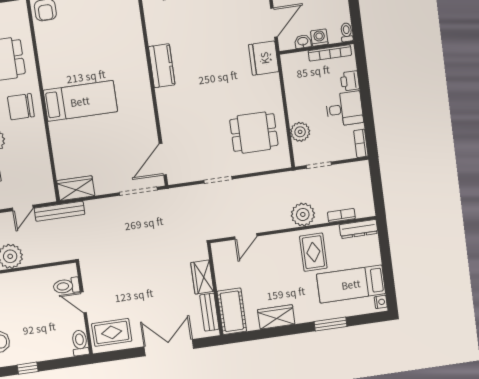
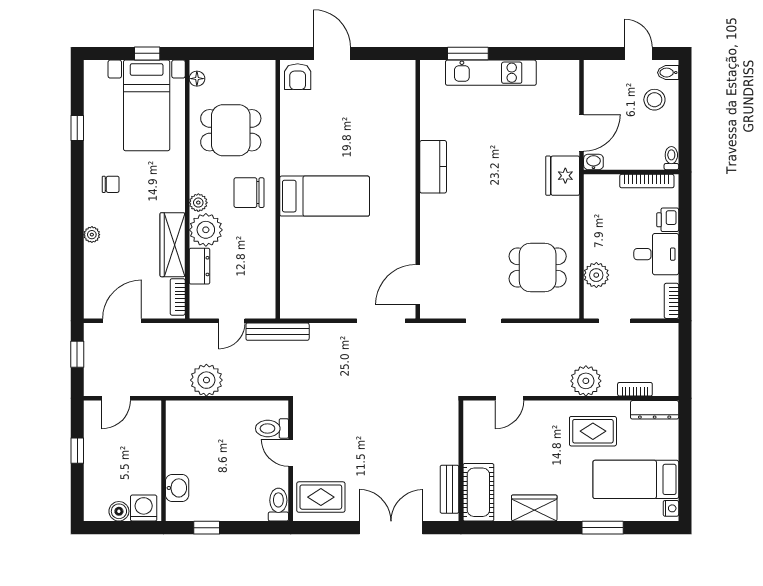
washing machine: (319, 38) -> (636, 160), removed
washbasin: (303, 42) -> (593, 162), moved
wardrobe: (76, 188) -> (302, 305), removed
rug: (313, 252) -> (593, 431), turned 90
wardrobe: (202, 277) -> (447, 442), removed

